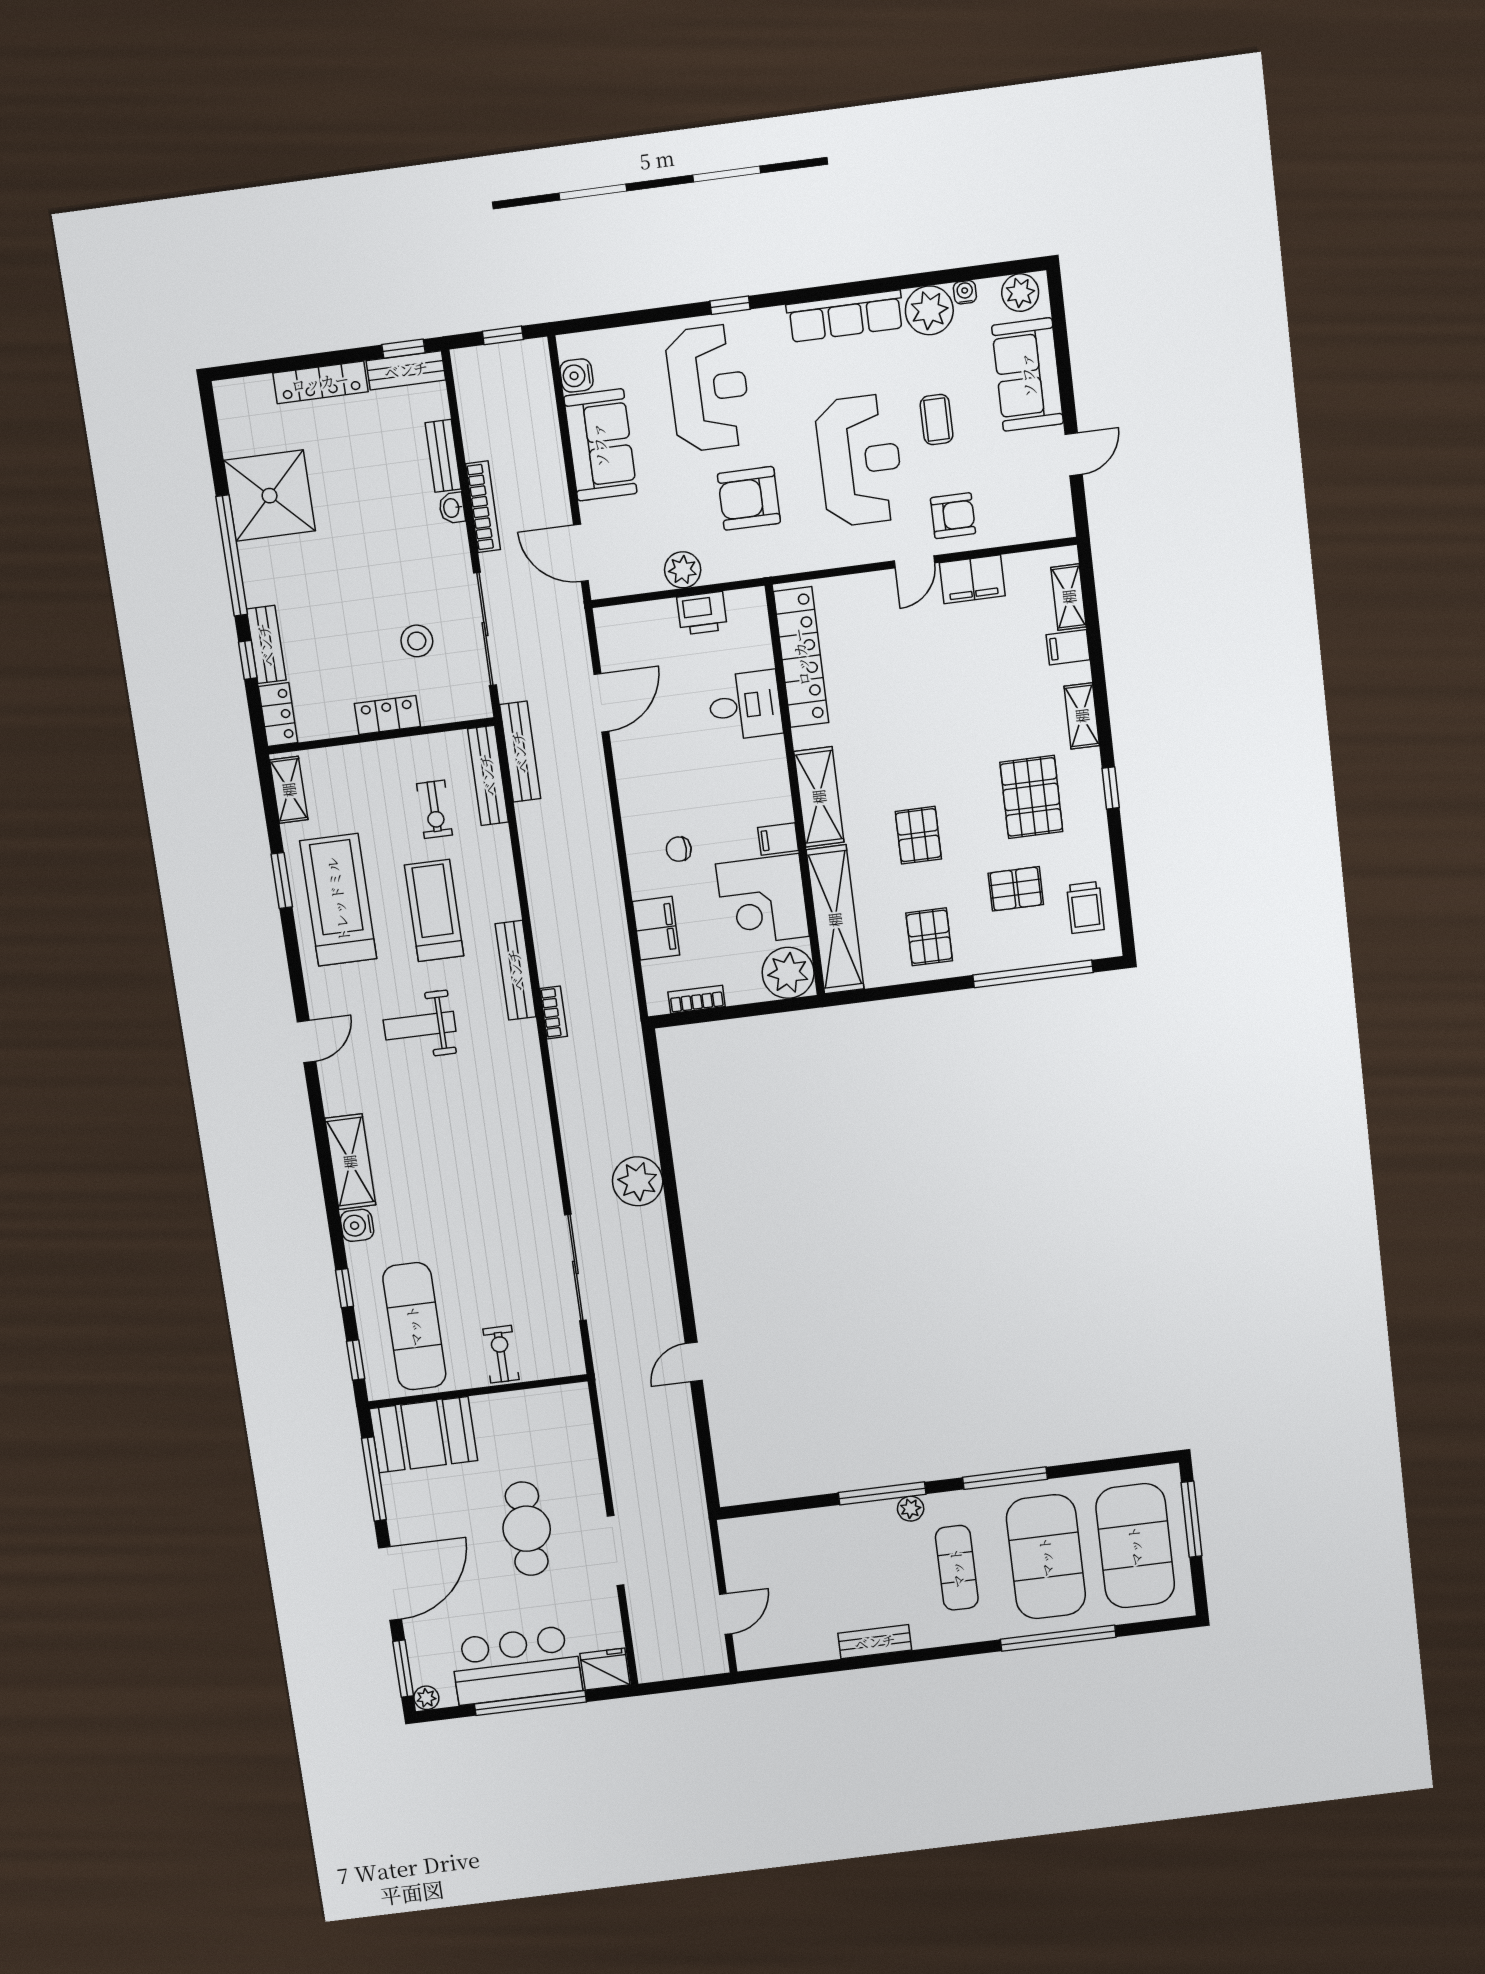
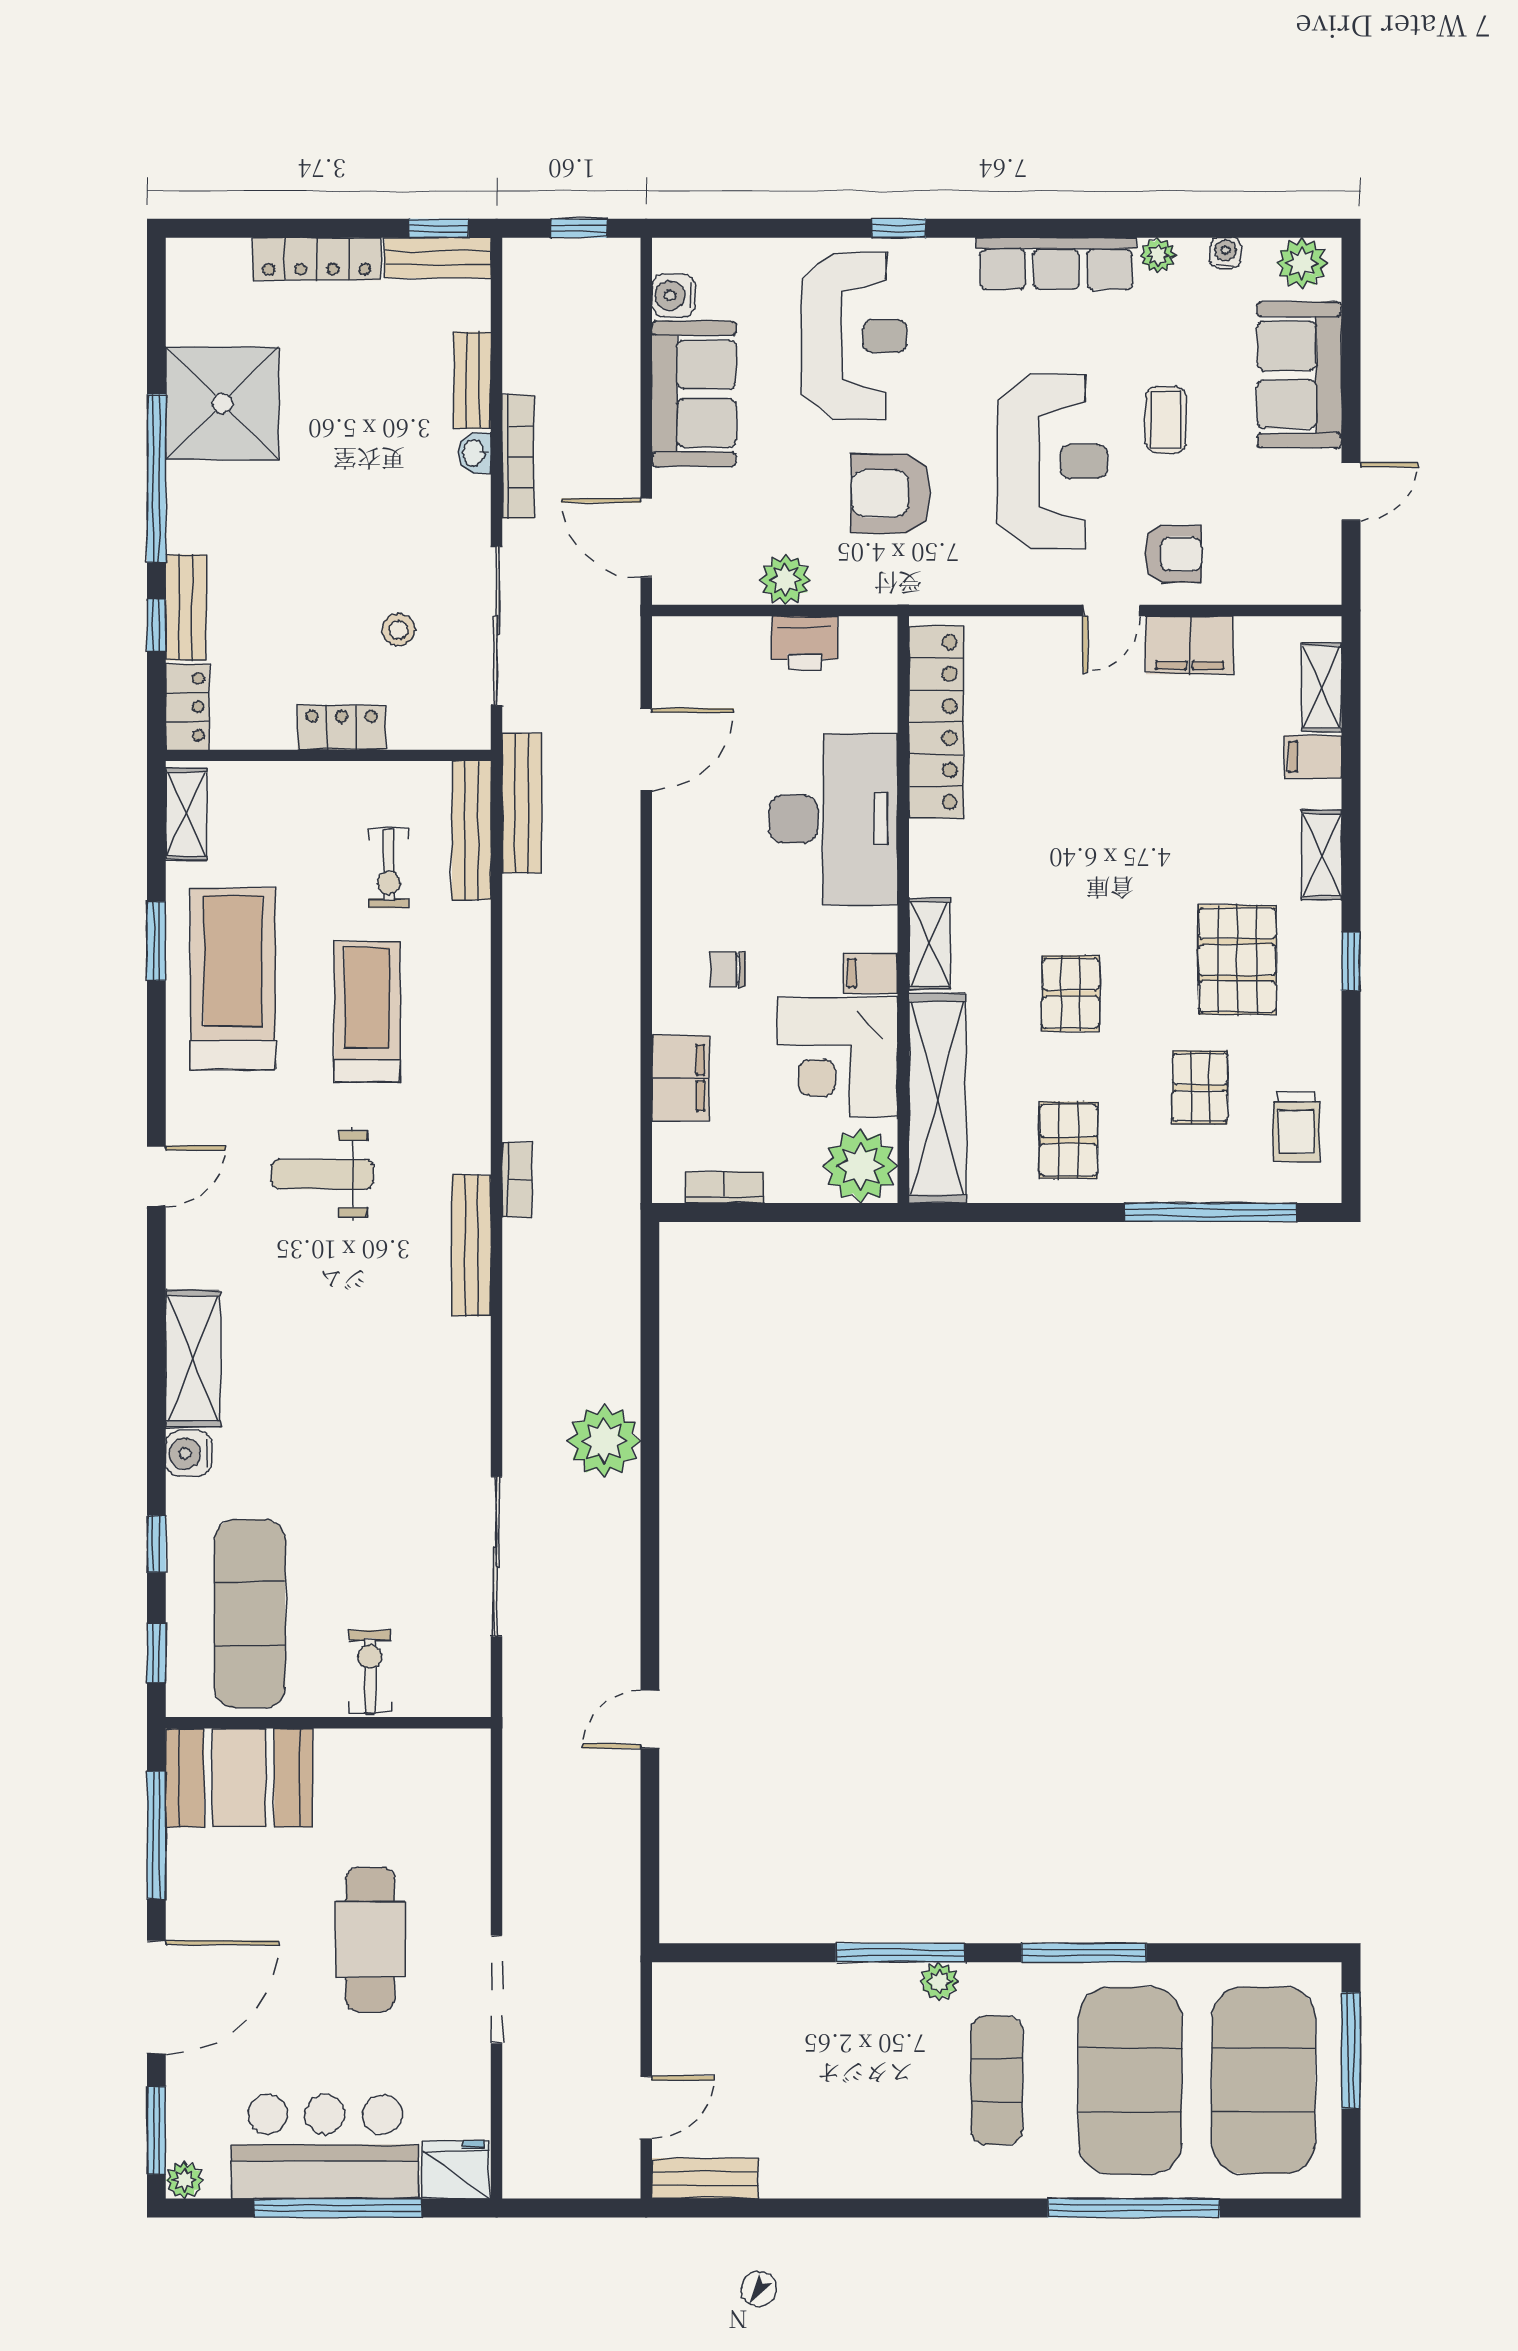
plant: (929, 310) -> (1158, 255), width x0.53, depth x0.53
stool: (417, 641) -> (398, 630), width x0.73, depth x0.73
desk: (745, 706) -> (833, 819), width x1.87, depth x1.30
shelving: (819, 797) -> (929, 944), width x0.67, depth x0.75
pallet: (1016, 889) -> (1200, 1088), turned 90
bench: (516, 970) -> (471, 1246), moved
bench: (875, 1642) -> (705, 2178), moved

